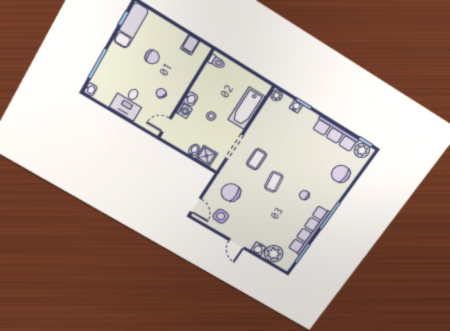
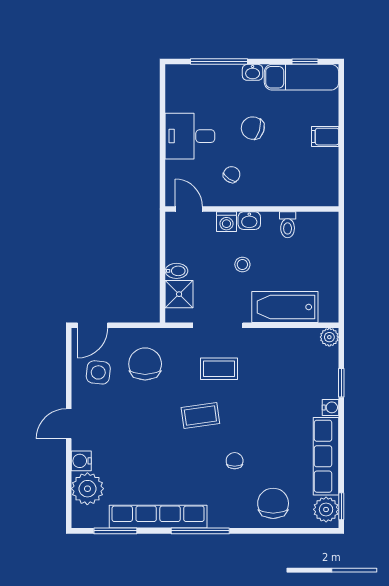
filing cabinet: (190, 45) -> (325, 137), moved
chair: (152, 57) -> (253, 128), moved, turned 106
toilet: (217, 62) -> (288, 225), moved
washbasin: (91, 89) -> (253, 72), moved
water cooler: (296, 107) -> (331, 407), moved
chair: (304, 195) -> (235, 461), moved

